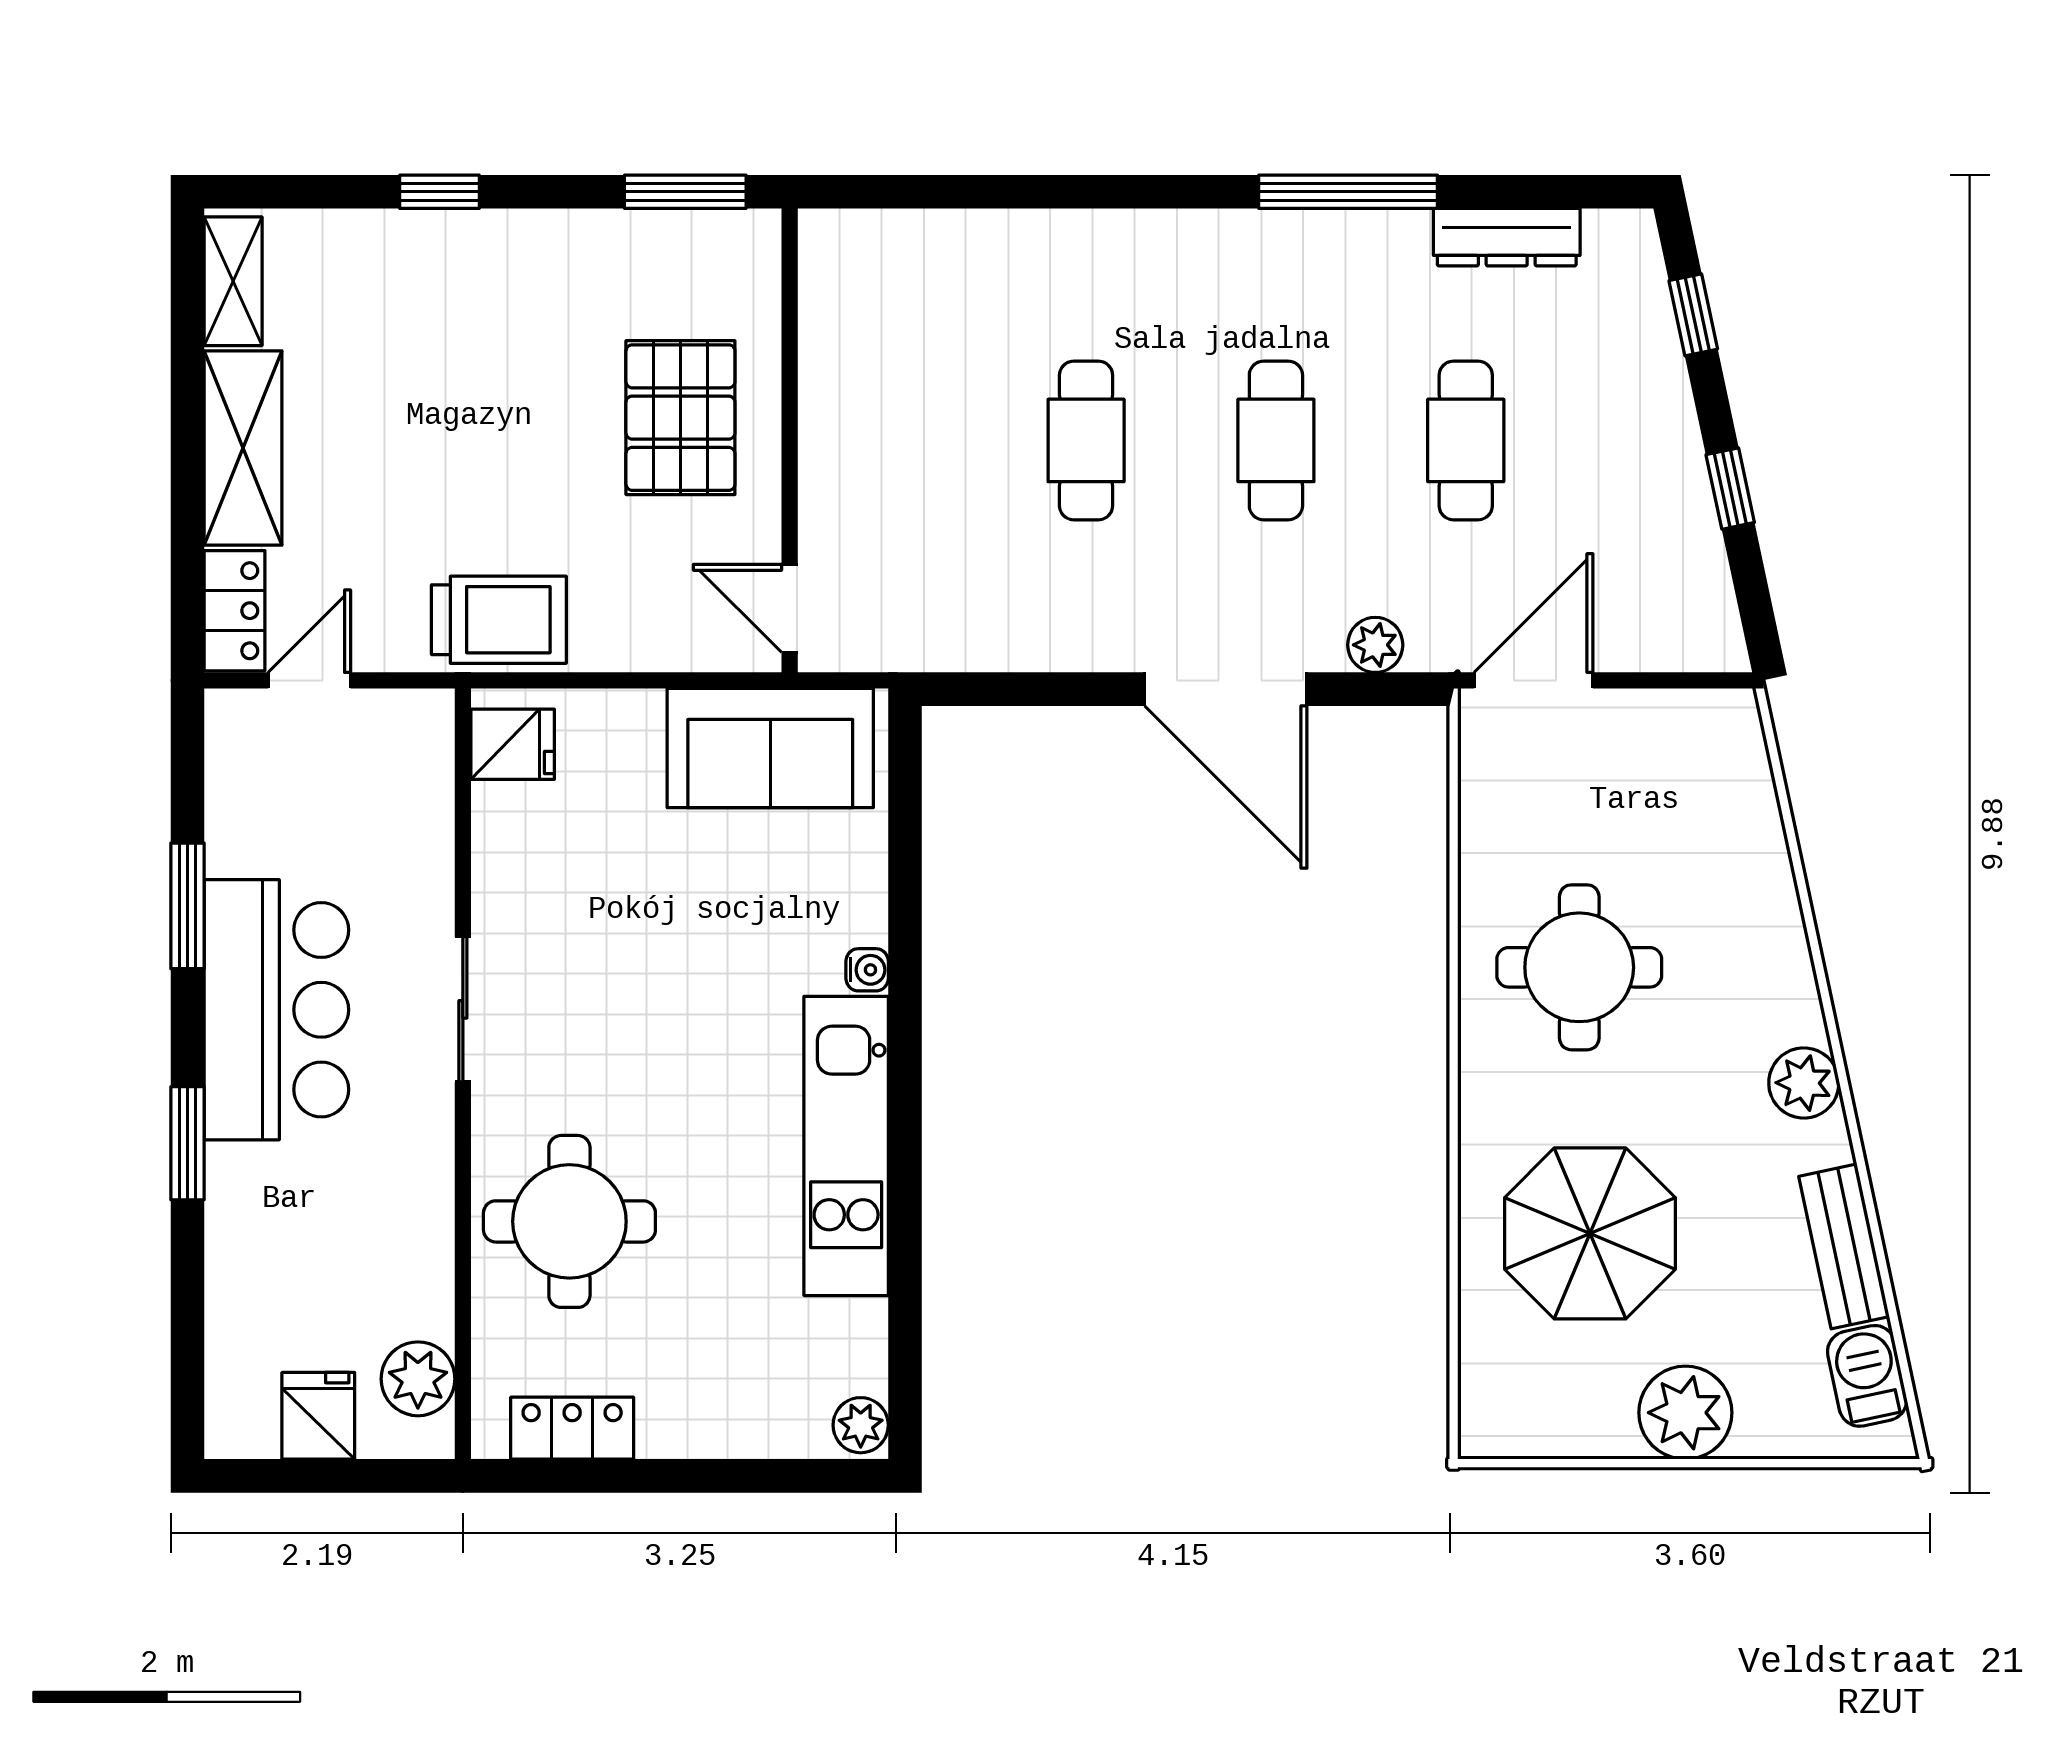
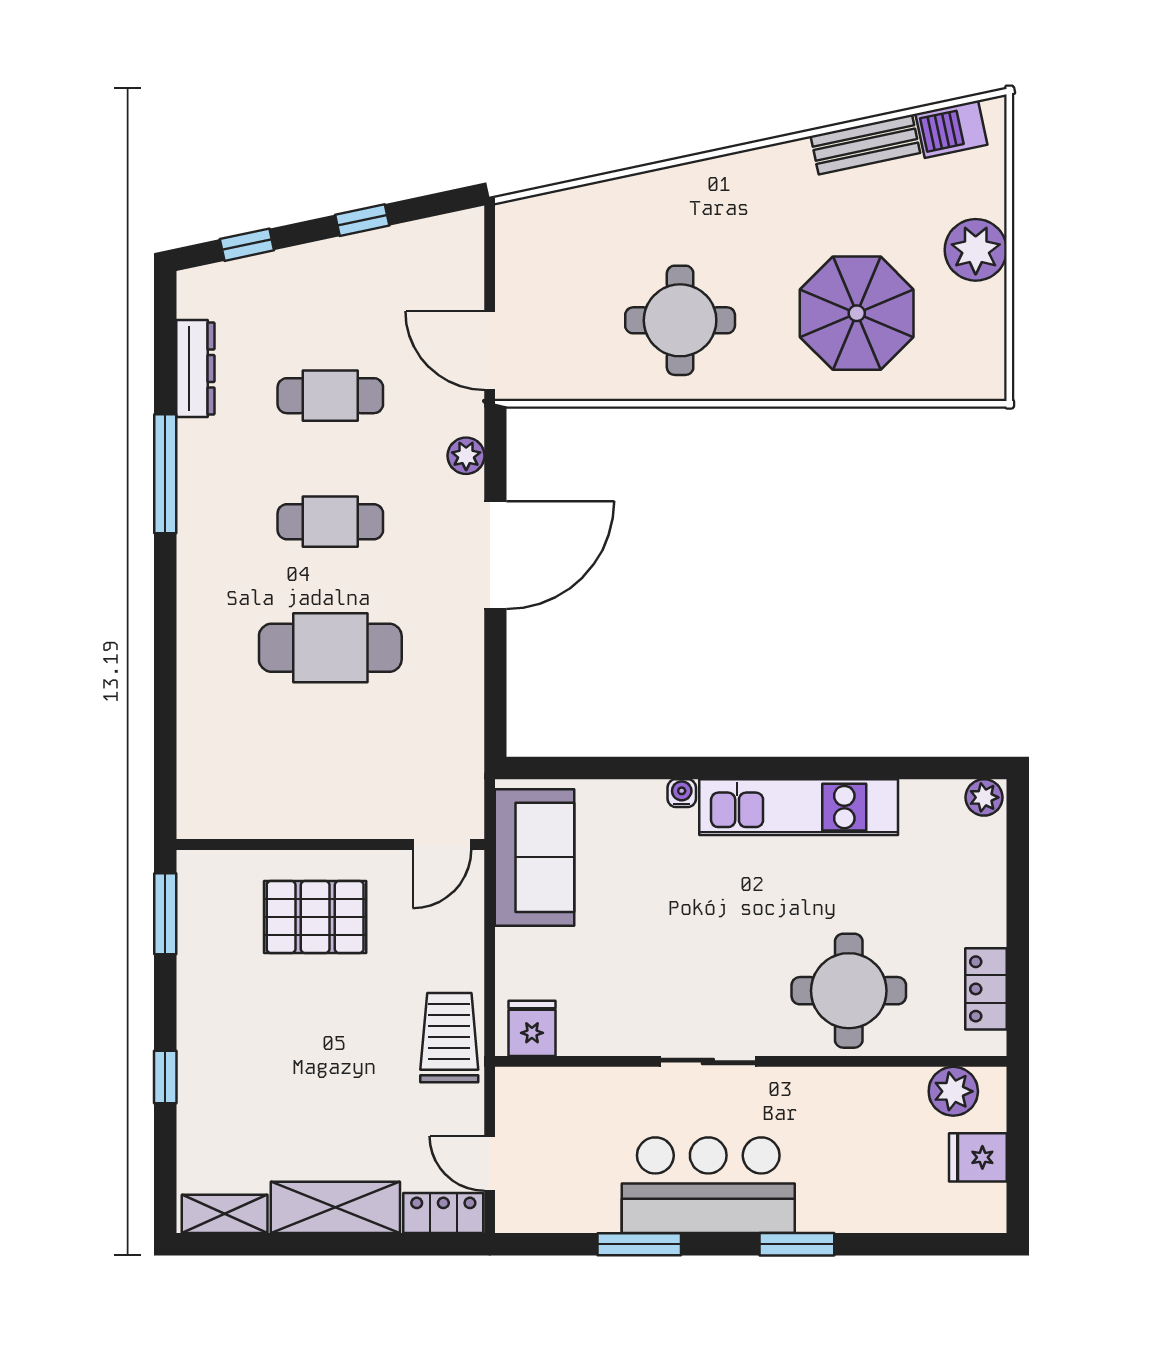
cafe table: (1086, 440) -> (330, 648), width x1.37, depth x1.35
plant: (1804, 1083) -> (757, 171), removed

